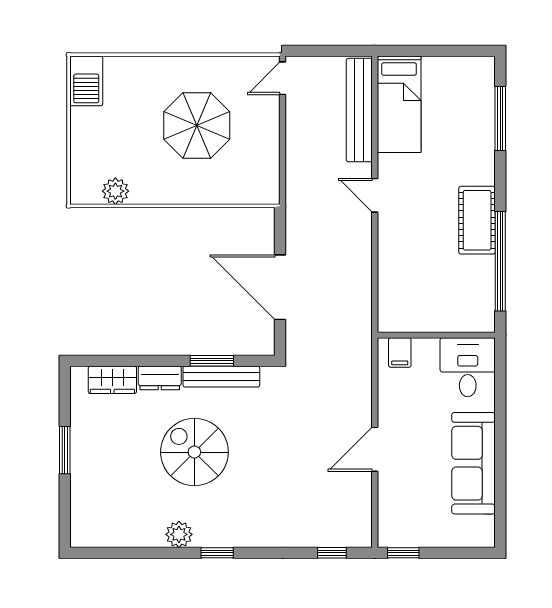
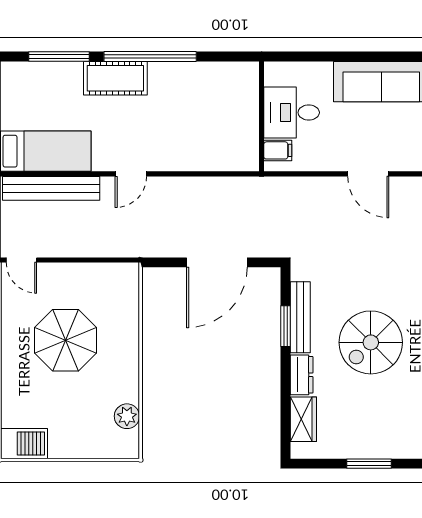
cot: (477, 220) -> (115, 78), moved
window: (500, 261) -> (150, 57), moved
desk: (468, 367) -> (292, 113), moved

